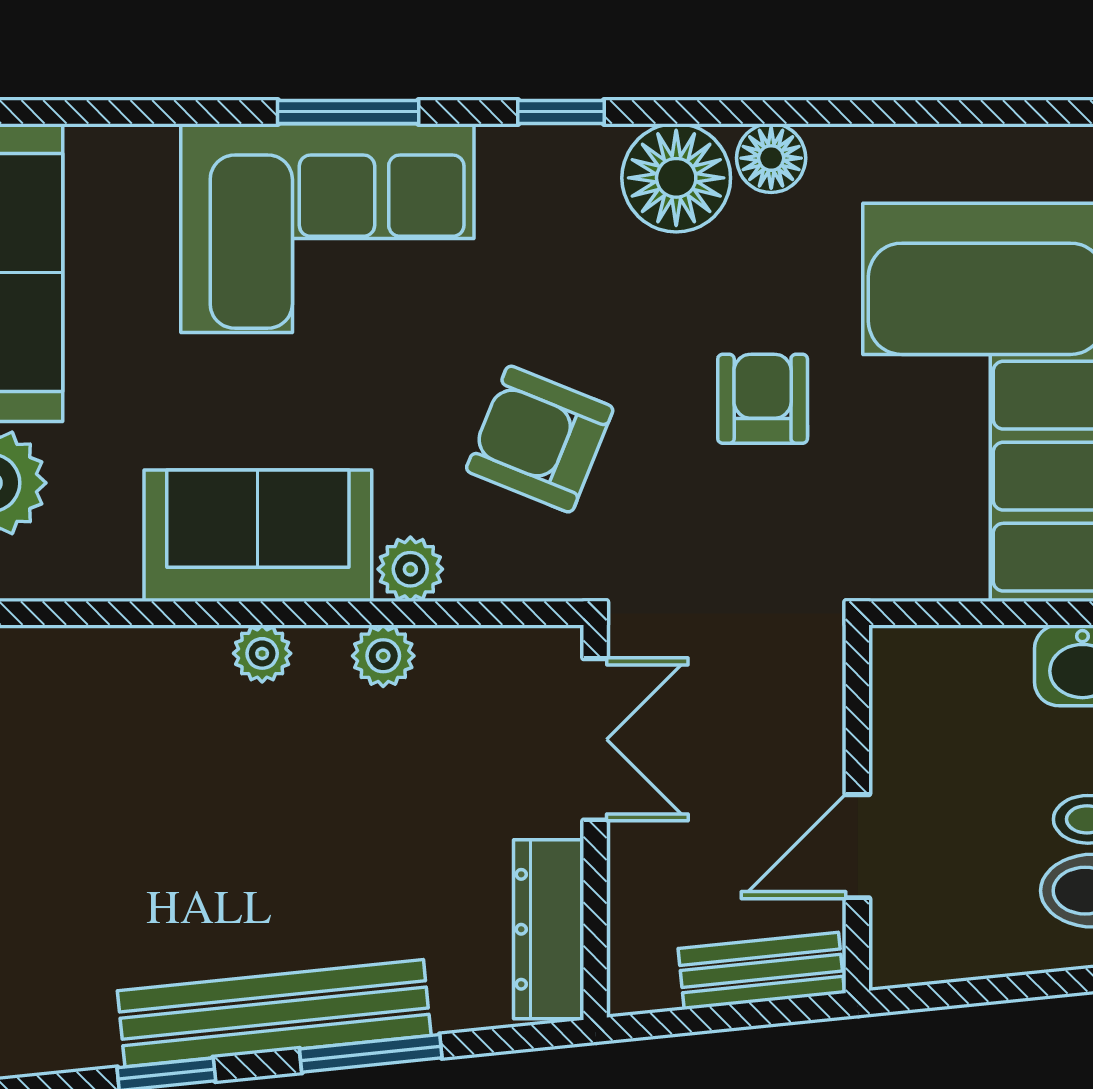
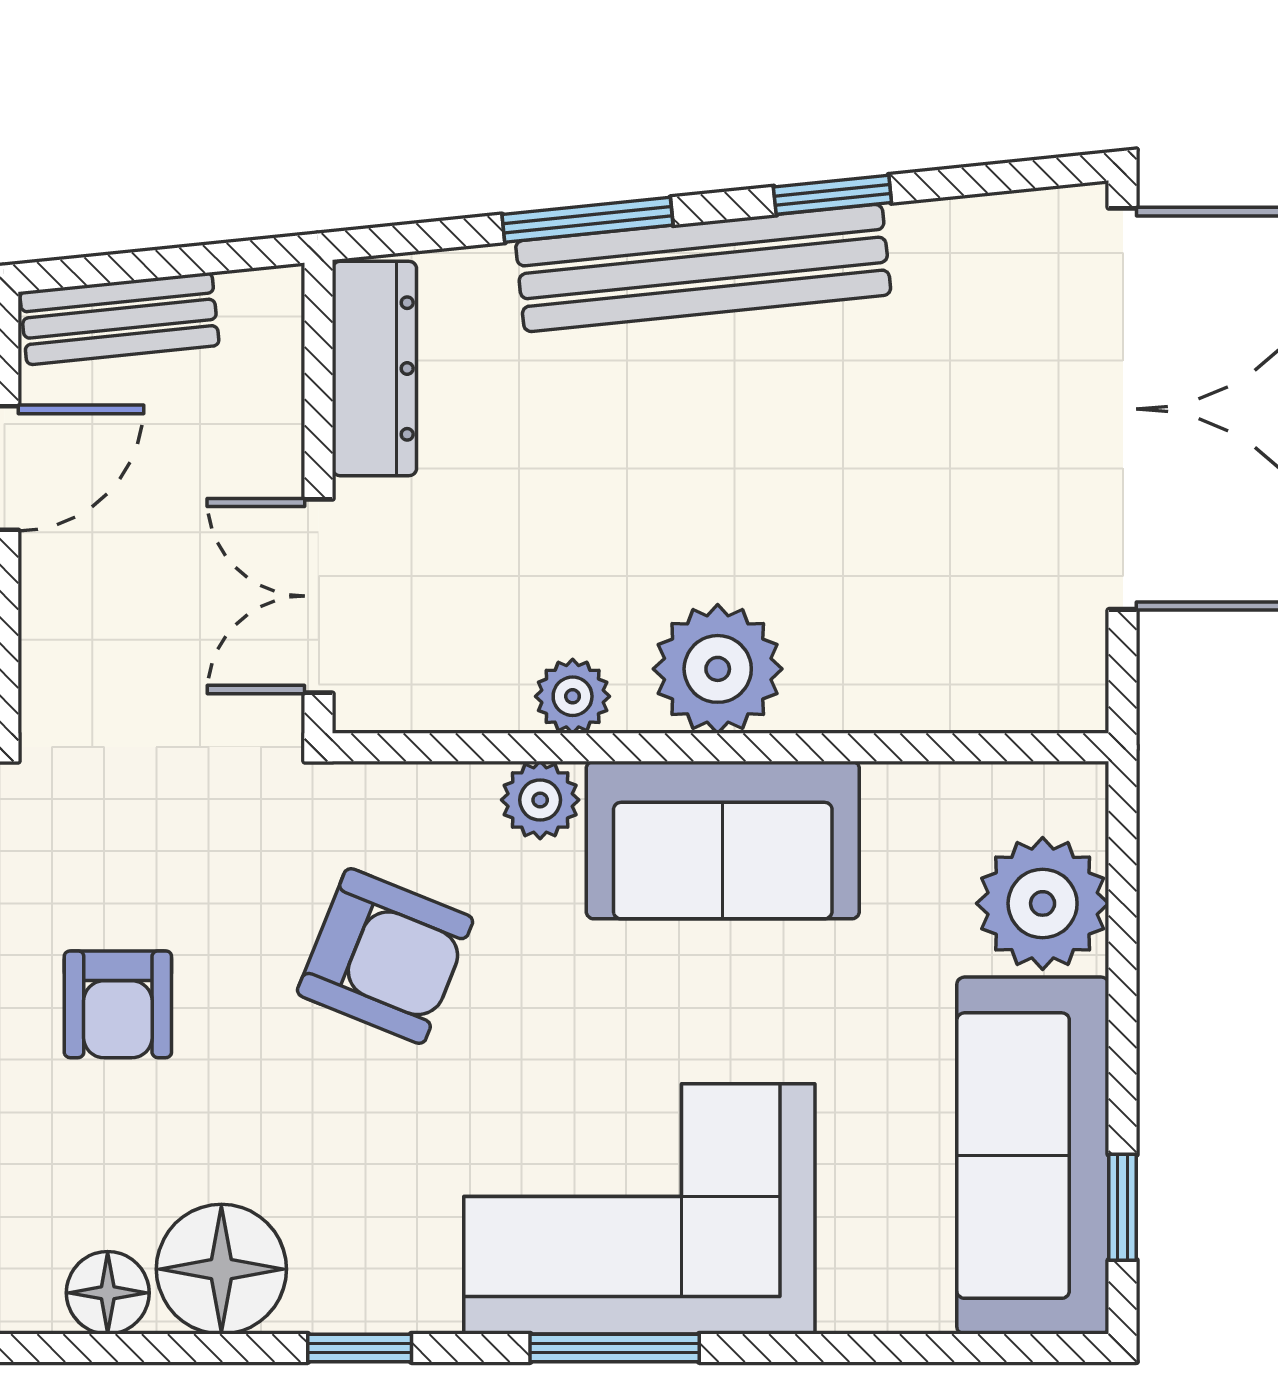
plant: (262, 653) -> (718, 669), width x1.88, depth x1.88

